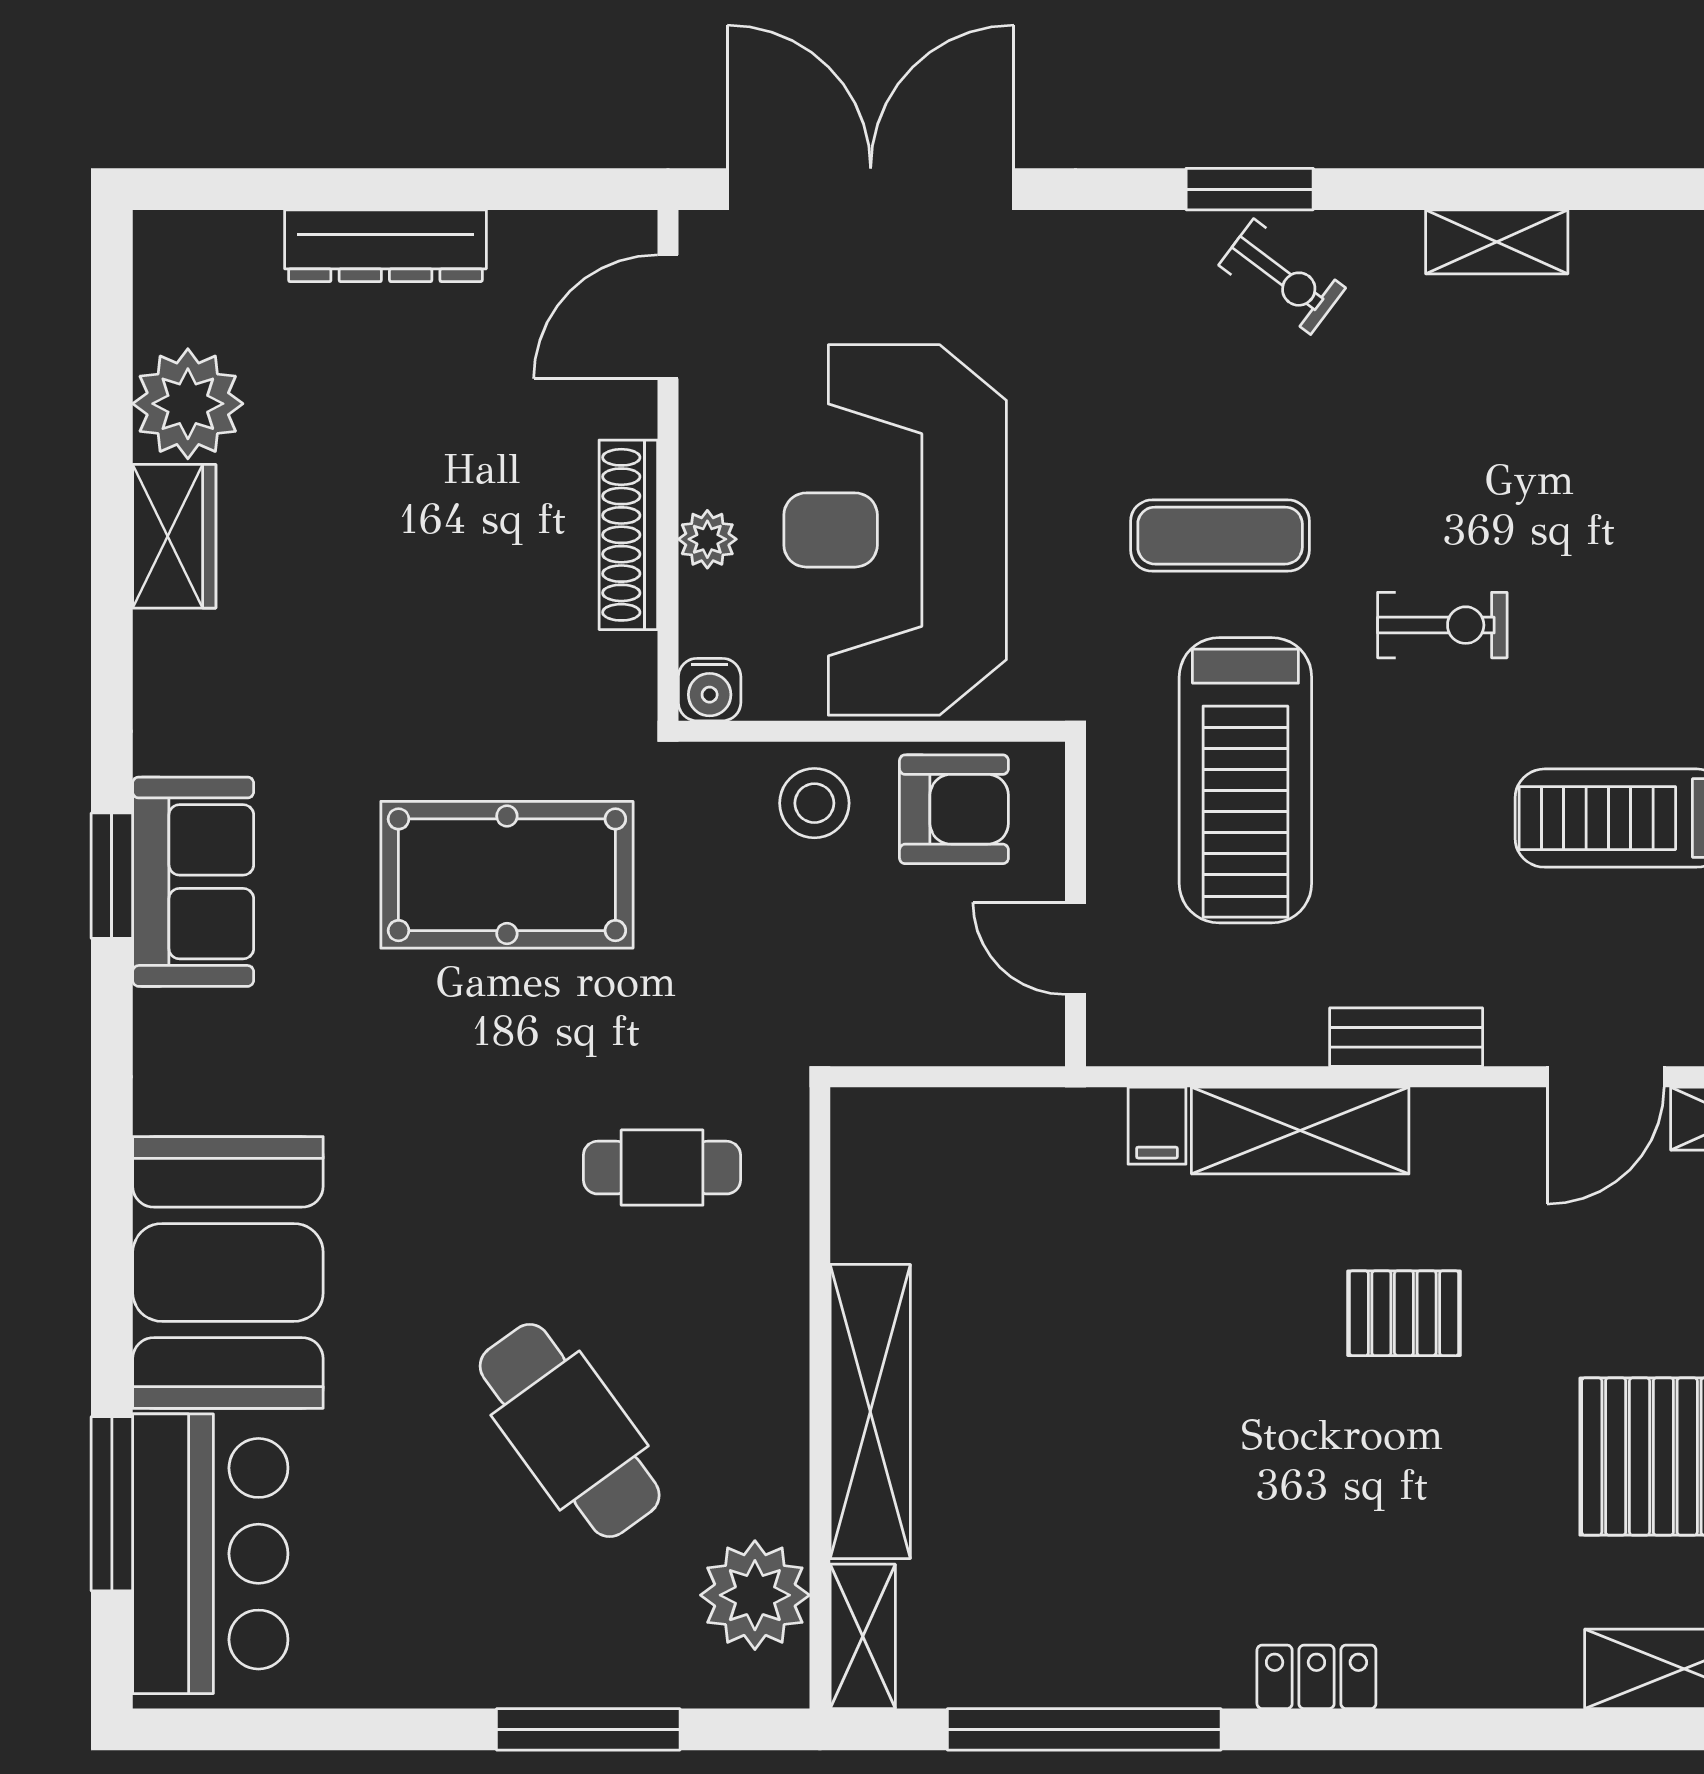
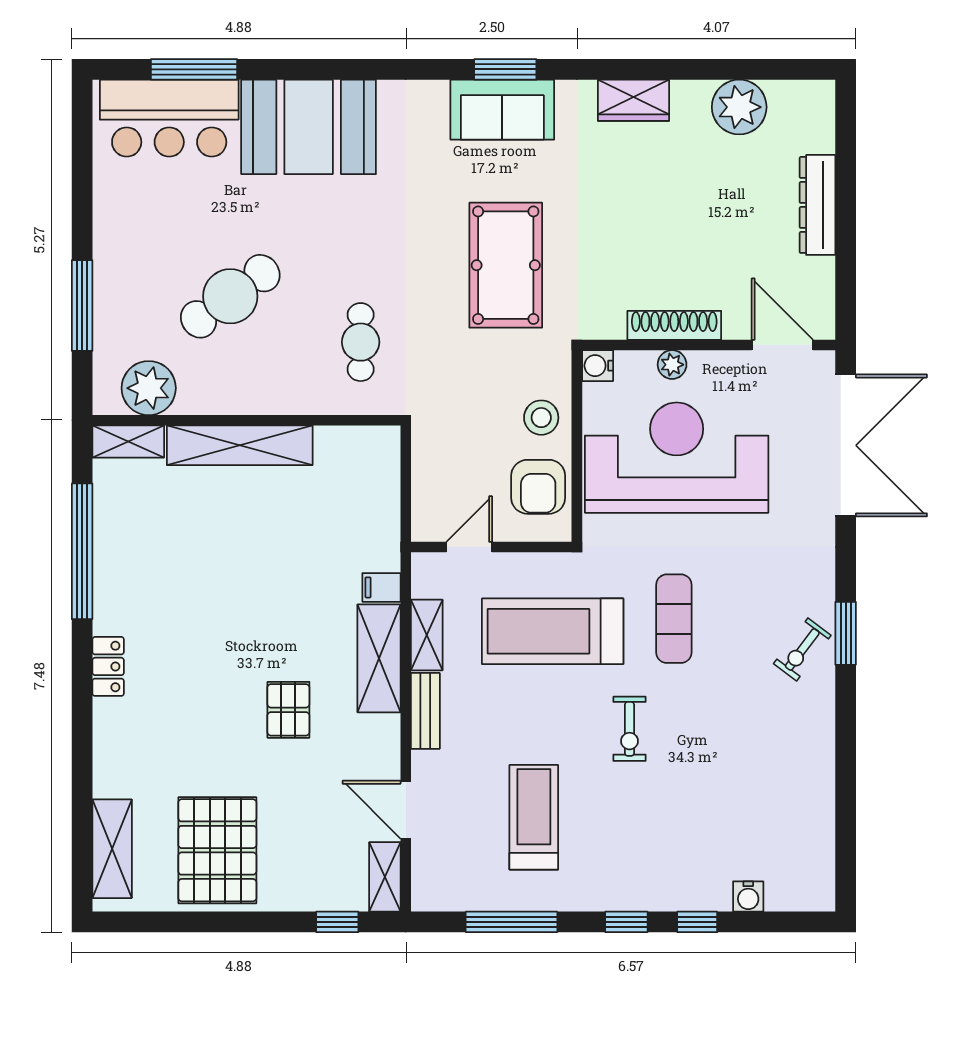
shelving: (1497, 242) -> (427, 635), moved
wardrobe: (174, 536) -> (633, 100), moved

